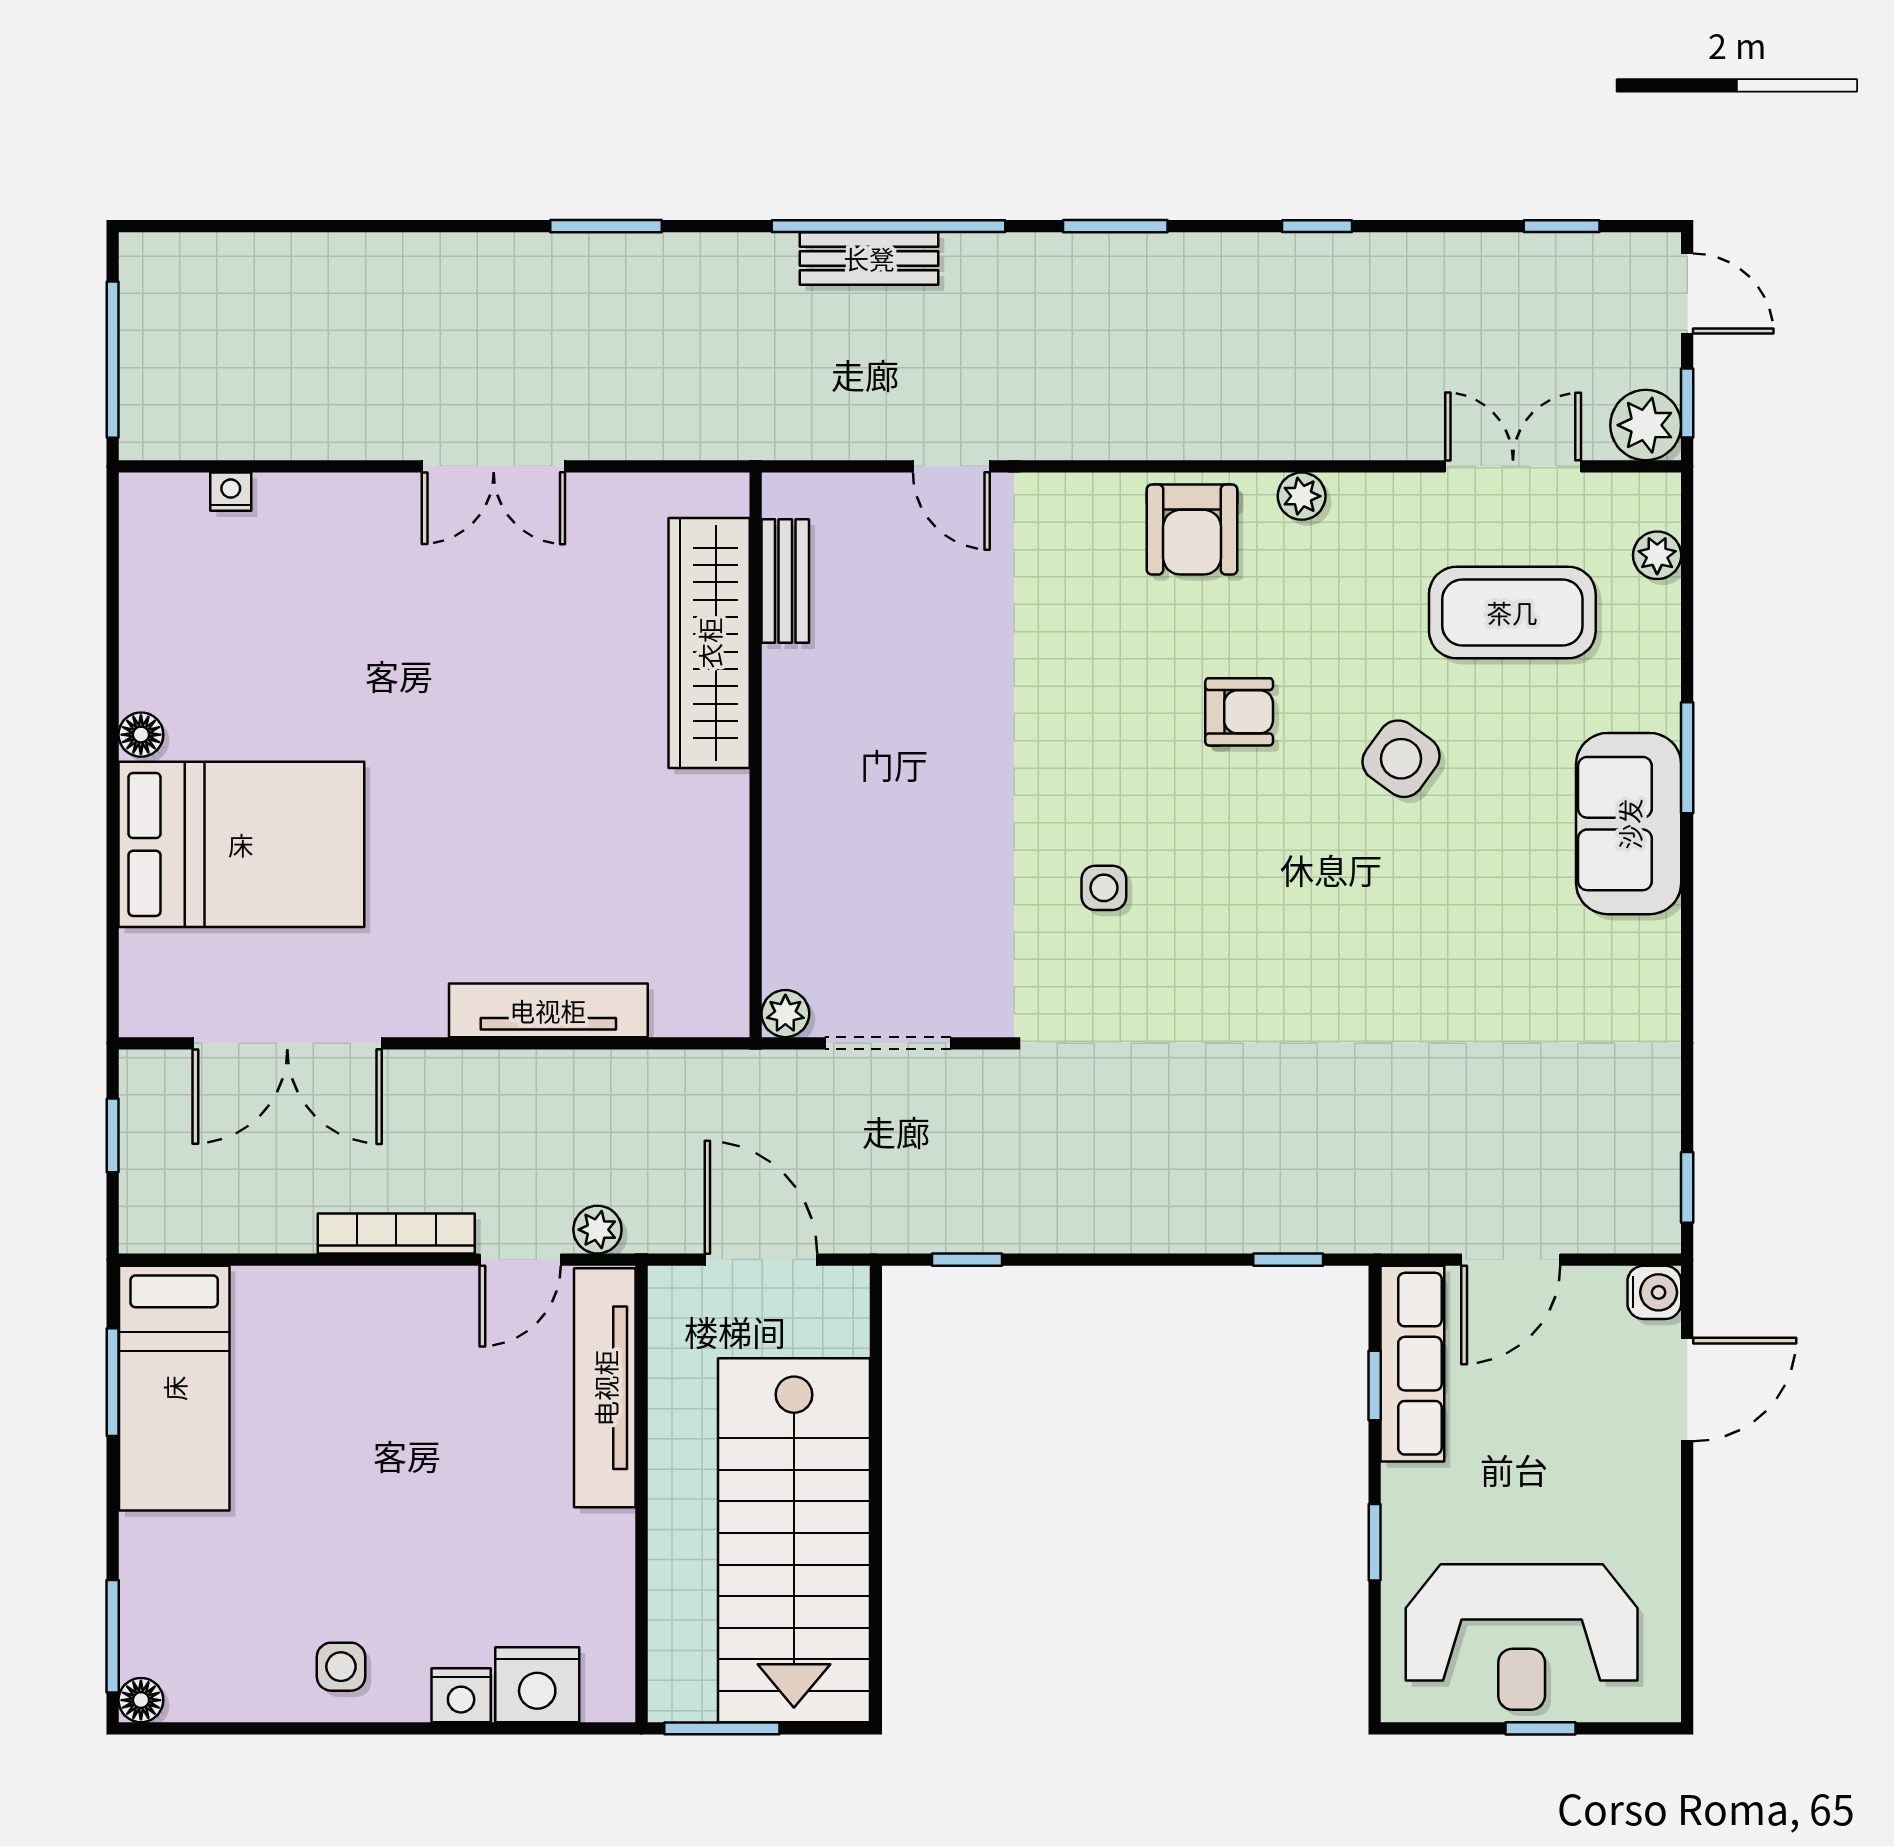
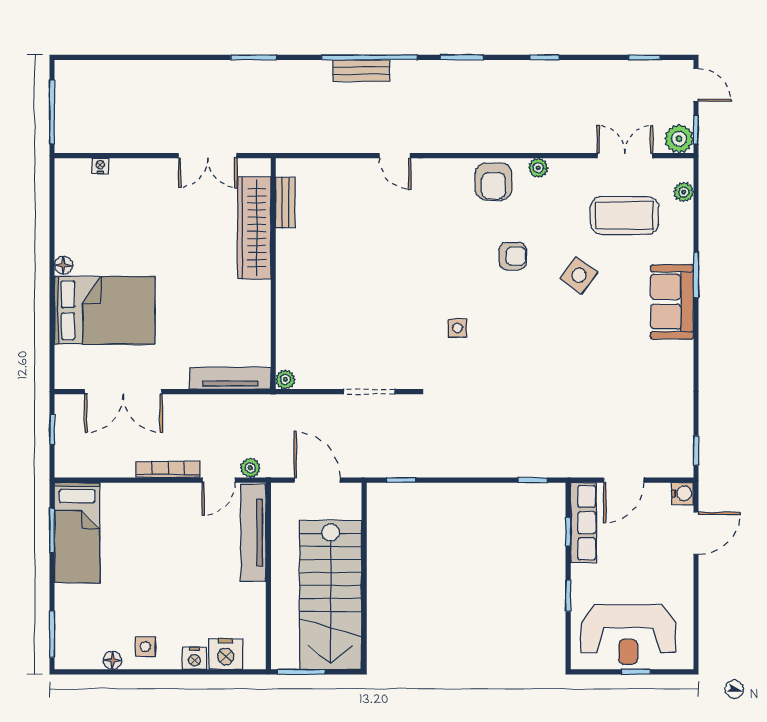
bench: (785, 581) -> (285, 203), moved
wardrobe: (709, 643) -> (254, 228), moved
wall: (756, 755) -> (273, 274), moved
plant: (785, 1014) -> (285, 379), moved
floor lamp: (141, 1700) -> (112, 660), moved

